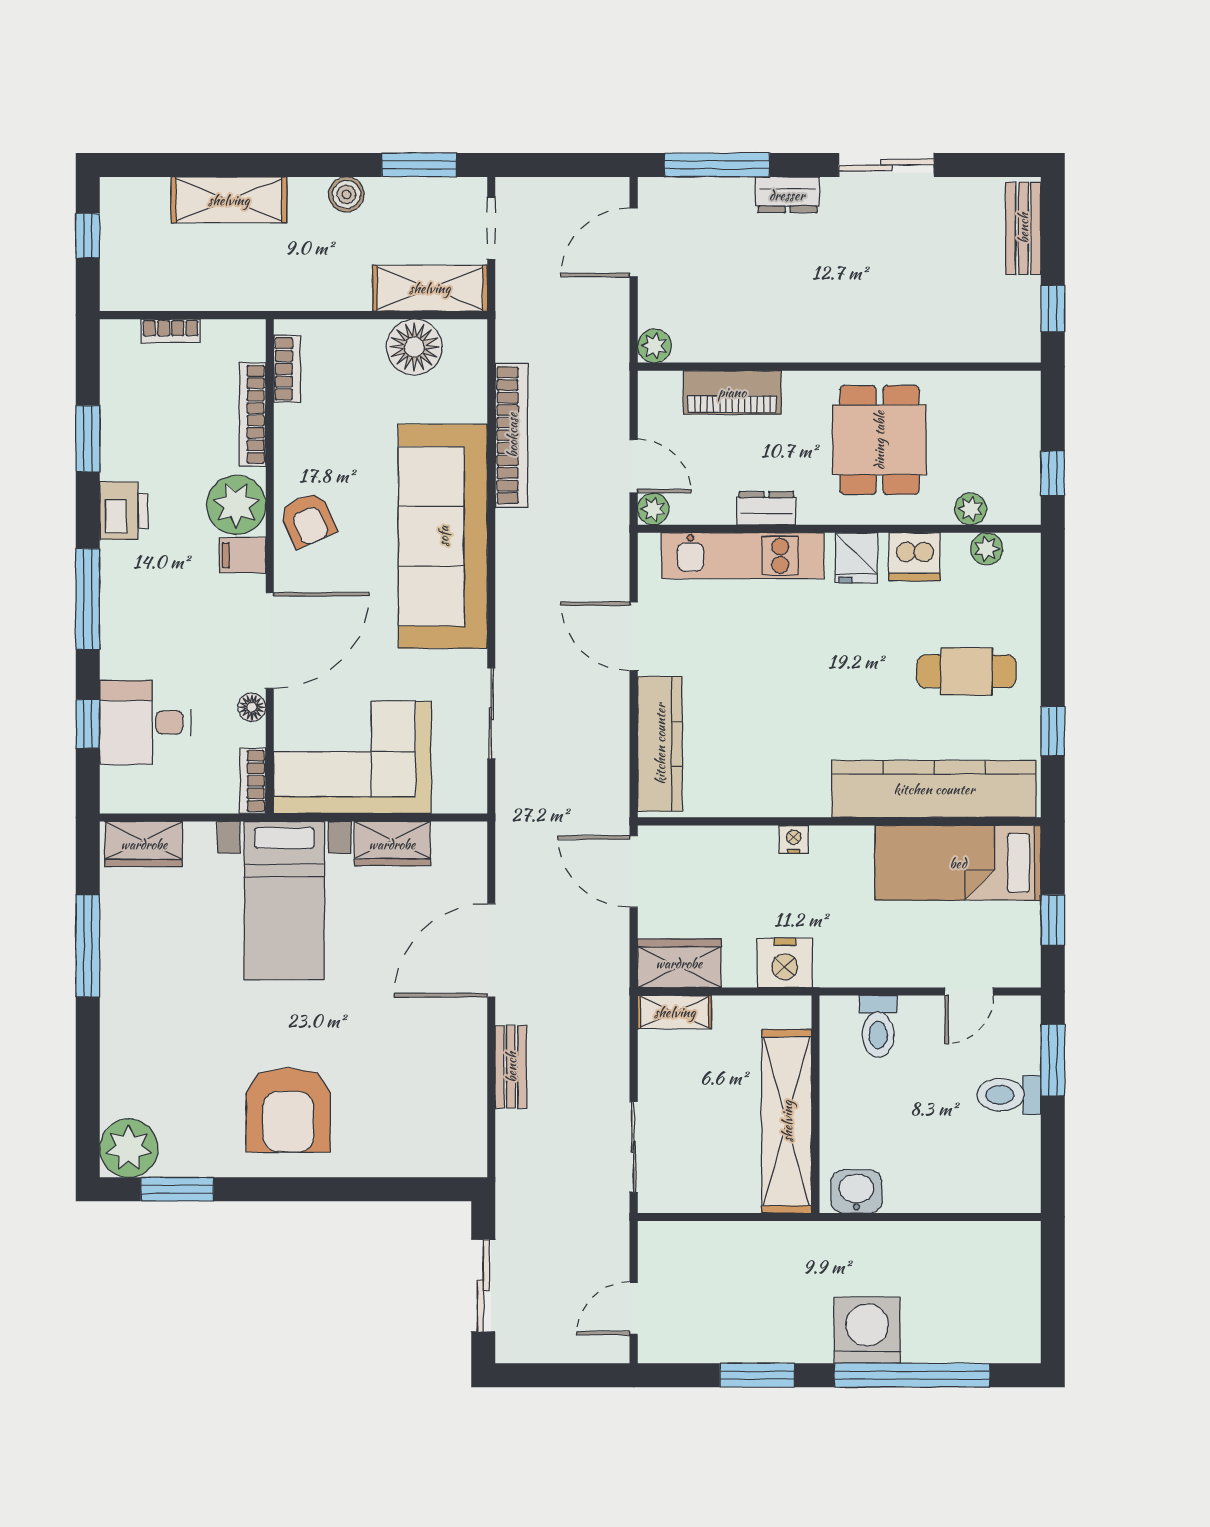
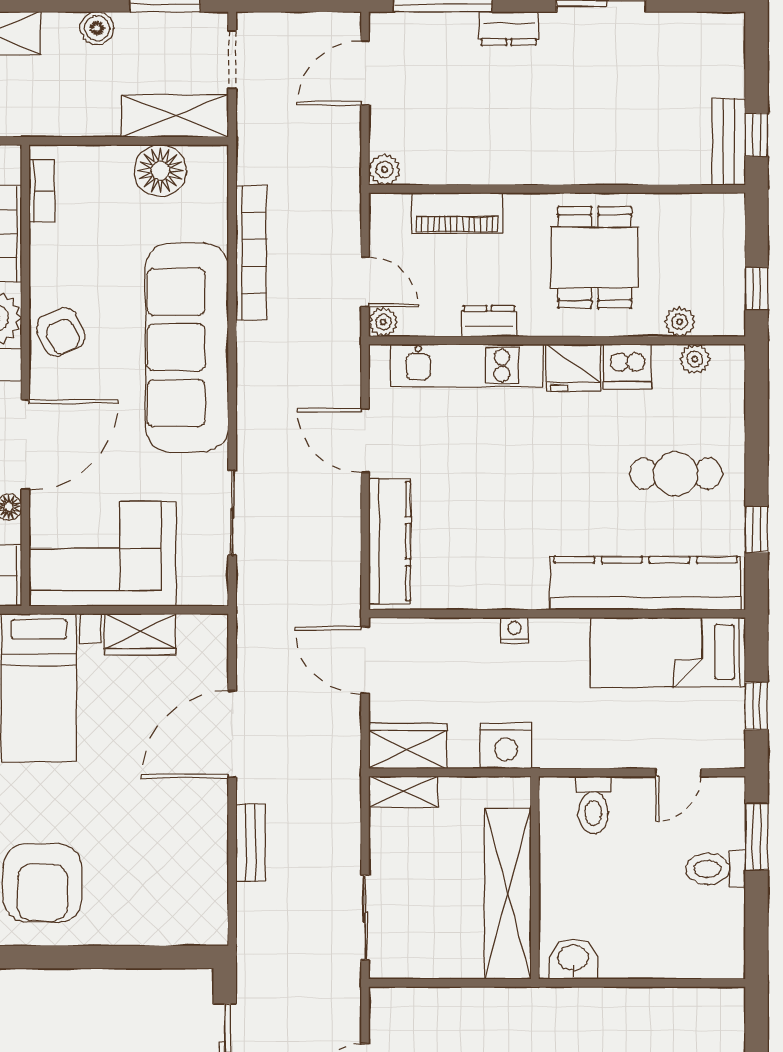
bench: (1023, 228) -> (729, 142), moved
fridge: (856, 558) -> (573, 367), width x1.38

